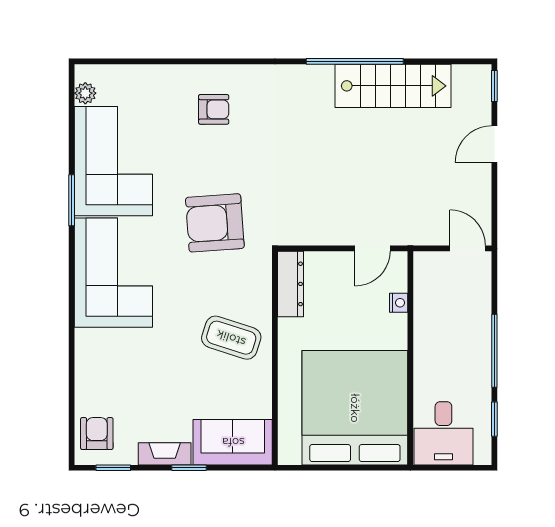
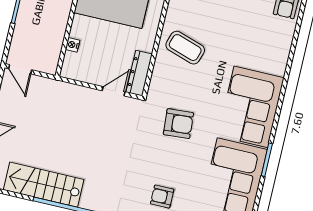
armchair: (215, 223) -> (178, 124), width x0.73, depth x0.73
door: (373, 248) -> (114, 91), moved

